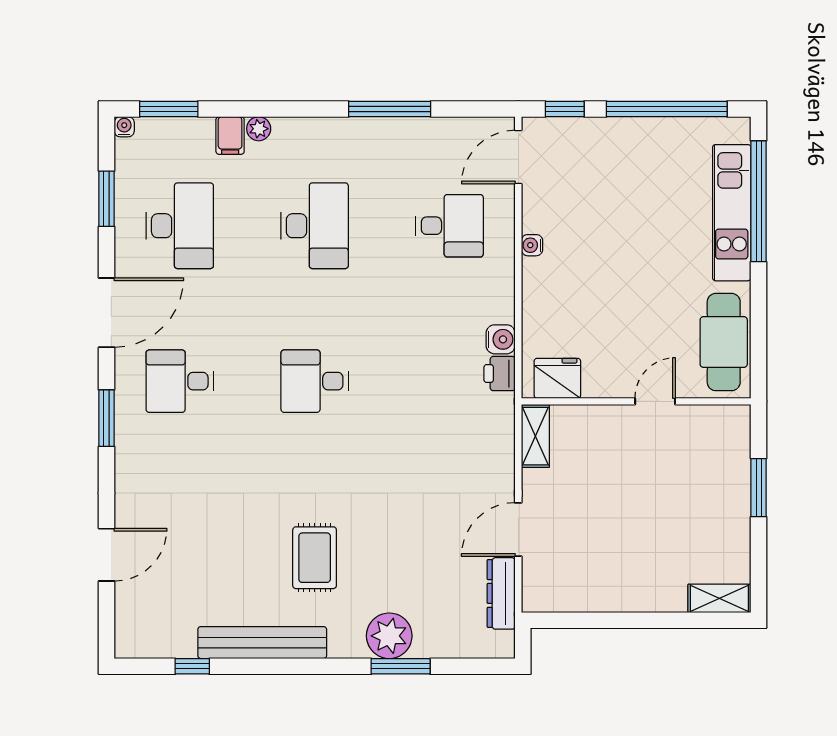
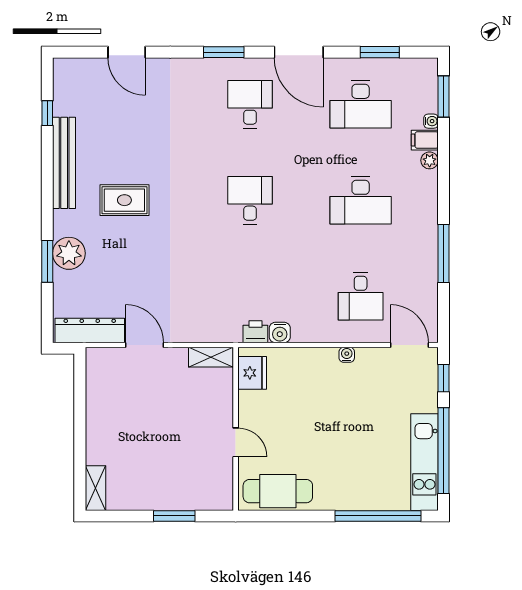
water cooler: (124, 127) -> (431, 121), moved
kitchen unit: (732, 213) -> (424, 462), moved, turned -90
dresser: (501, 593) -> (90, 330), width x1.37, depth x1.24

